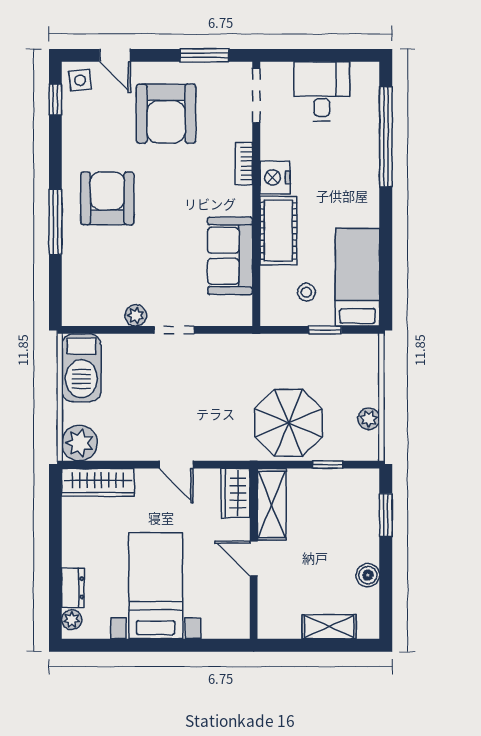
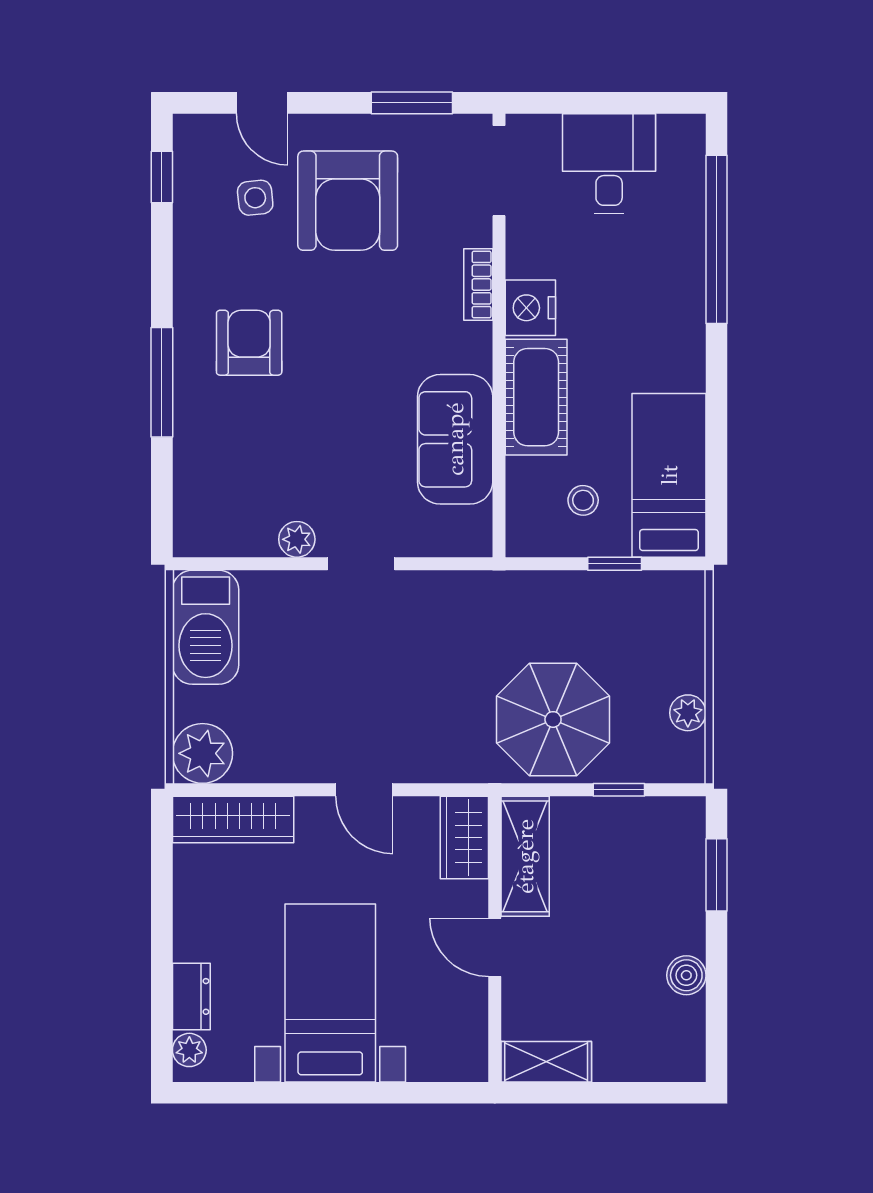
side table: (80, 80) -> (255, 198), moved
armchair: (107, 198) -> (249, 343), width x0.73, depth x0.73
shelving: (329, 627) -> (546, 1062), moved

